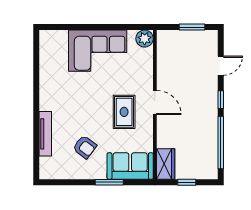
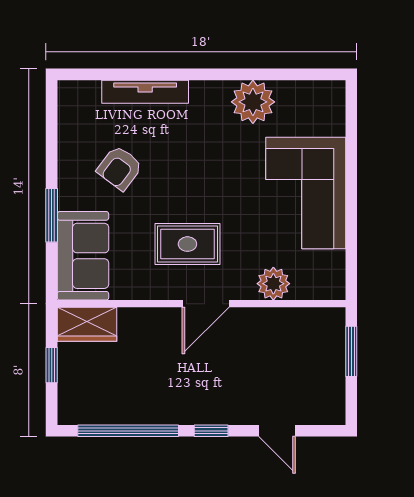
window: (192, 27) -> (351, 351), moved
plant: (145, 39) -> (273, 284), moved
plant: (50, 78) -> (253, 102), added

